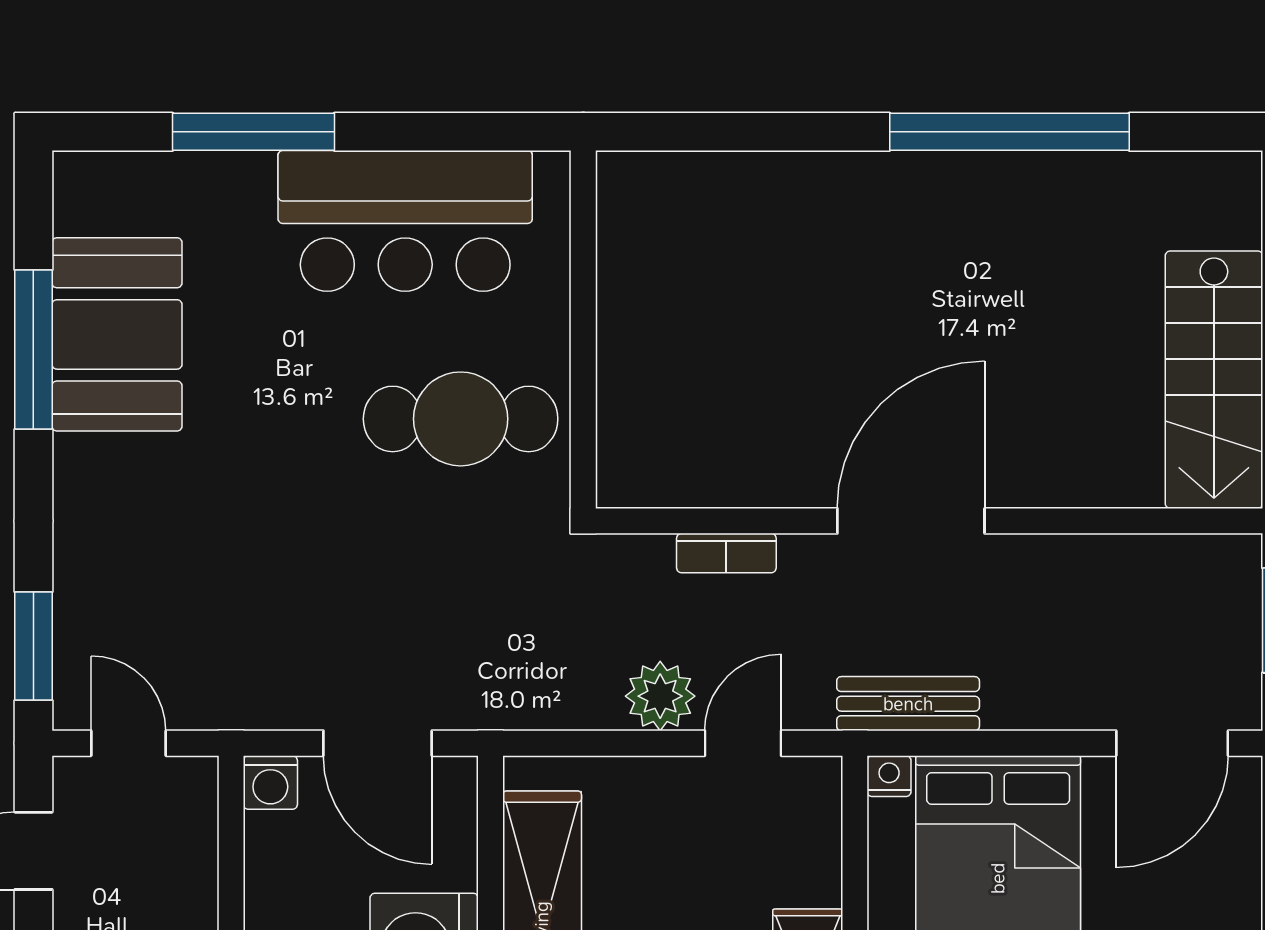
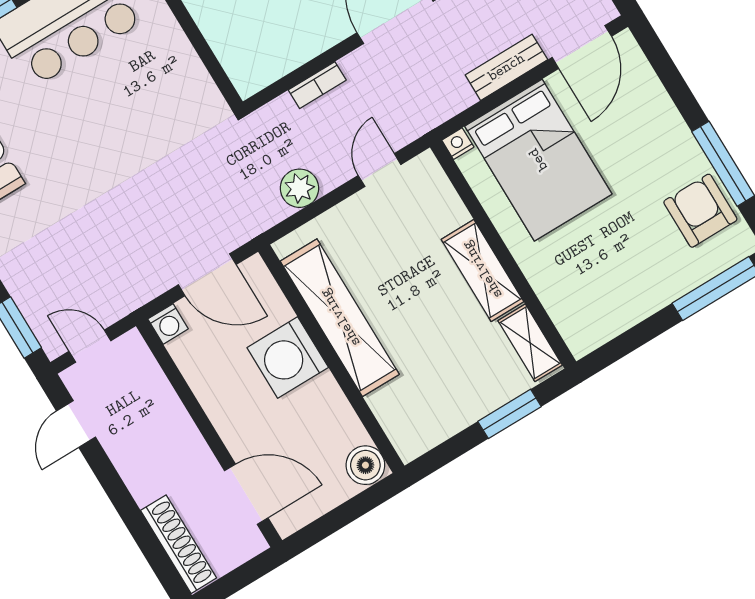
cafe table: (461, 419) -> (154, 98), removed
plant: (660, 696) -> (299, 188), moved
bench: (908, 704) -> (506, 67), moved

